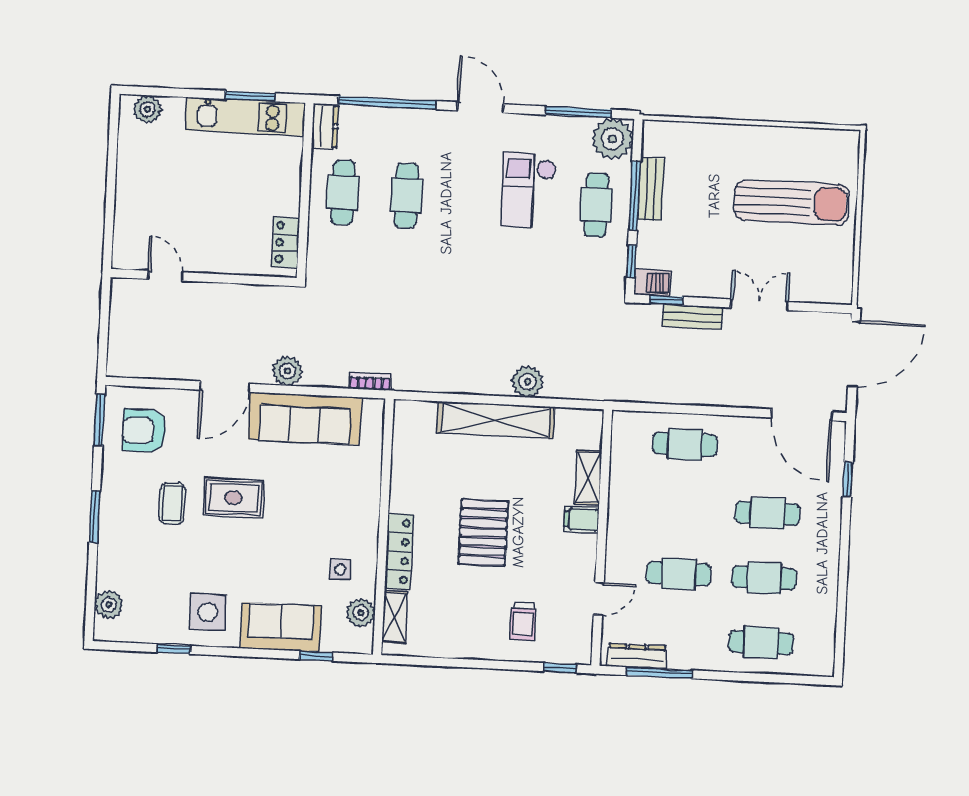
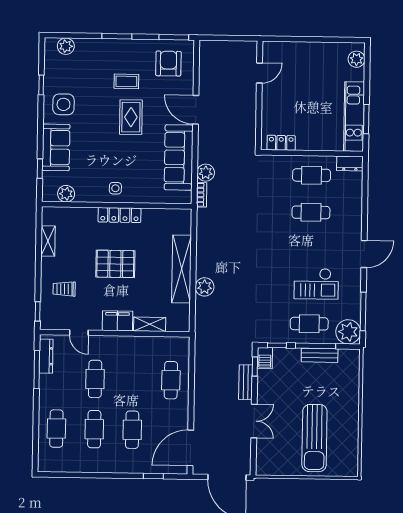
window: (387, 103) -> (365, 199), removed
checkout: (528, 191) -> (316, 284), turned 180
plant: (287, 371) -> (206, 173), moved
filing cabinet: (581, 519) -> (117, 321), width x2.00
locker: (399, 551) -> (119, 215), moved
side table: (340, 570) -> (115, 188), moved
shelving: (395, 617) -> (48, 241), moved, turned 90

